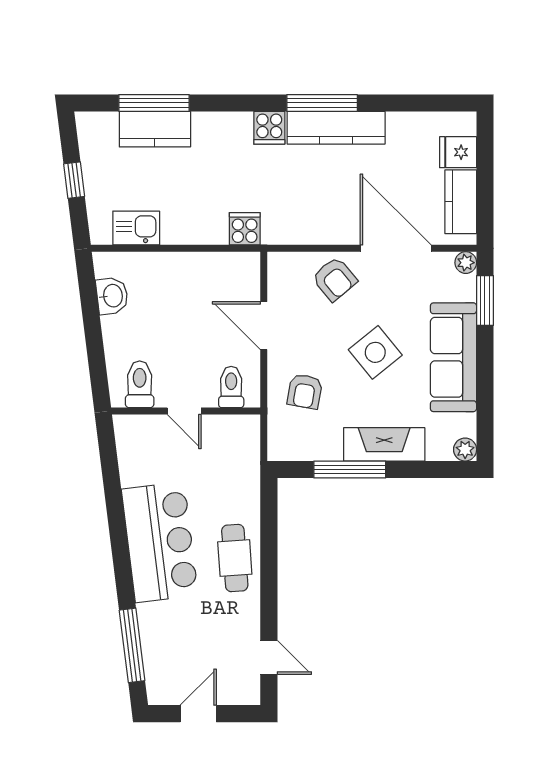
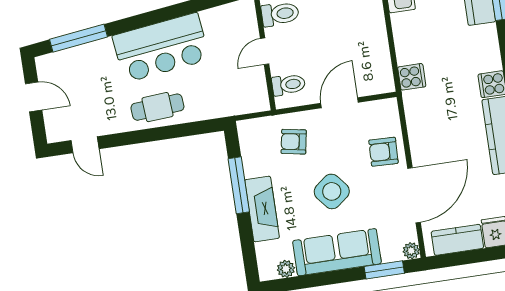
armchair: (335, 279) -> (383, 152), turned 42
plant: (465, 450) -> (286, 269), moved
door: (269, 657) -> (85, 145), hinge flipped

